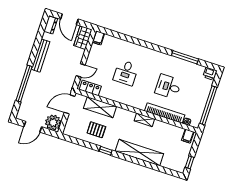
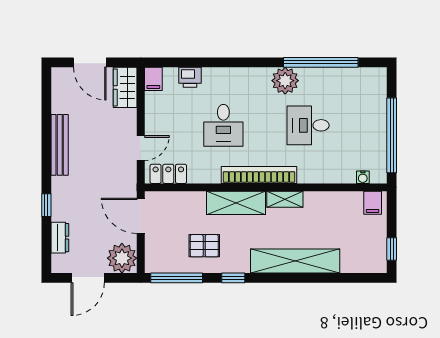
dresser: (51, 25) -> (60, 238), moved
window: (185, 57) -> (321, 62), width x1.46
plant: (164, 60) -> (285, 81), added
printer: (210, 74) -> (190, 77), moved
window: (24, 83) -> (46, 205), width x0.32
door: (70, 104) -> (141, 216), hinge flipped
shelving: (100, 107) -> (236, 203), moved
bookcase: (165, 113) -> (259, 175), moved
window: (77, 141) -> (177, 278), added

